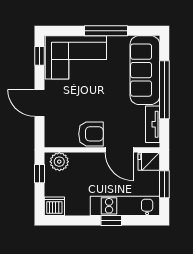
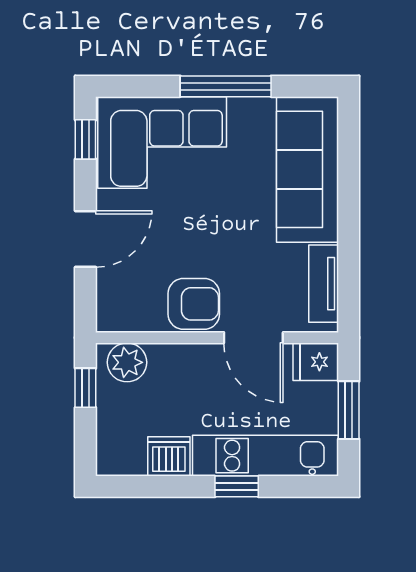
window: (164, 90) -> (349, 211), removed
door: (40, 103) -> (85, 239), swing flipped
dishwasher: (54, 206) -> (169, 456), moved

